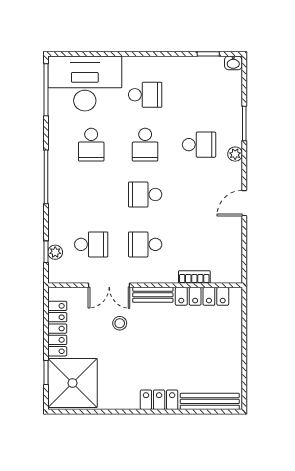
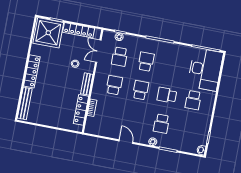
school desk: (91, 145) -> (146, 62), moved, turned 90
double door: (109, 285) -> (98, 51), moved
locker: (159, 400) -> (32, 71), width x1.53

